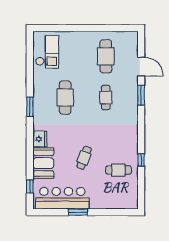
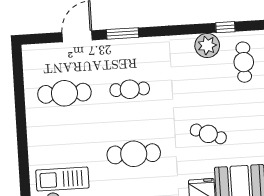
plant: (130, 148) -> (207, 45), added
cafe table: (84, 158) -> (208, 134), moved

